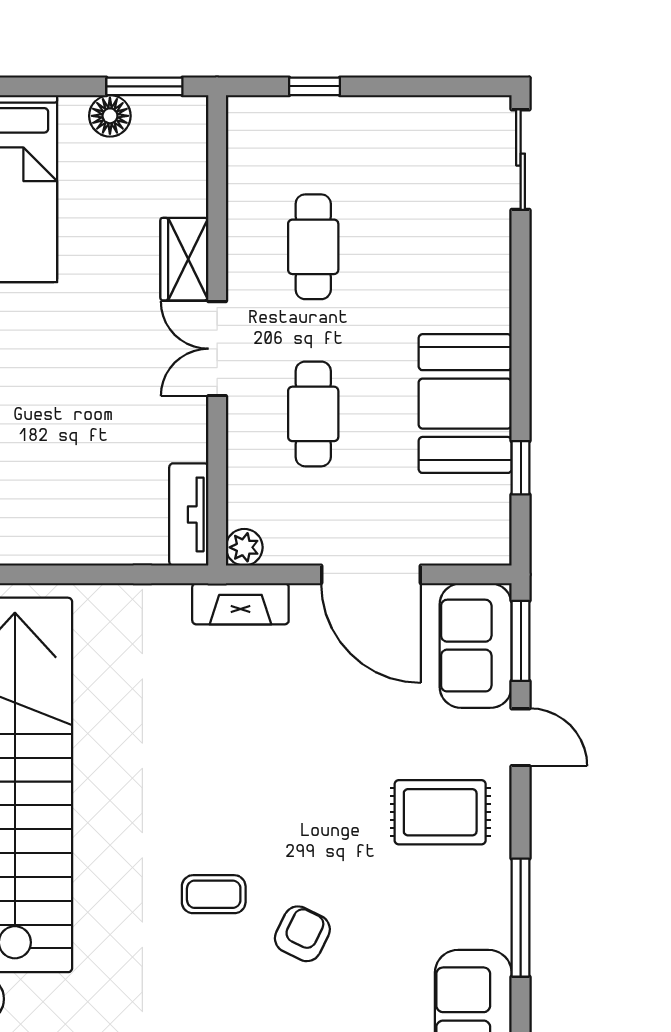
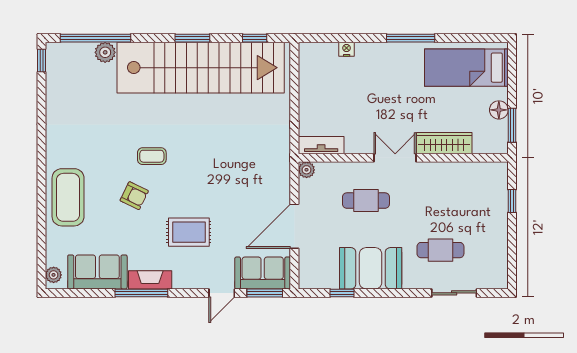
sliding door: (521, 160) -> (454, 293), moved
cafe table: (313, 247) -> (440, 250), moved
wardrobe: (184, 259) -> (444, 143), width x1.50
fireplace: (240, 604) -> (150, 280), moved, turned 90
rug: (440, 812) -> (189, 232), moved, turned 90
coffee table: (214, 894) -> (152, 156), turned 90

